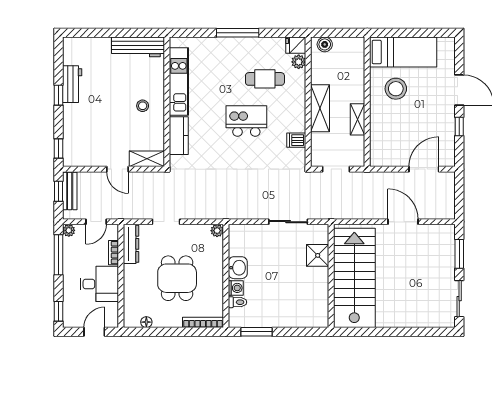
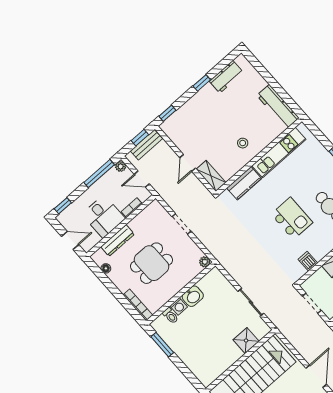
workbench: (72, 84) -> (226, 77), moved
dresser: (131, 244) -> (118, 240), moved

